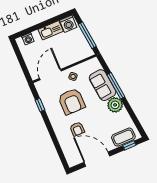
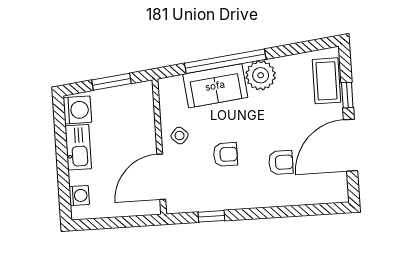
window: (87, 35) -> (111, 82), width x0.69
door: (50, 75) -> (161, 177), hinge flipped
window: (116, 86) -> (225, 61), width x1.46
armchair: (72, 101) -> (225, 154), width x0.53, depth x0.53
window: (129, 145) -> (347, 95), moved

